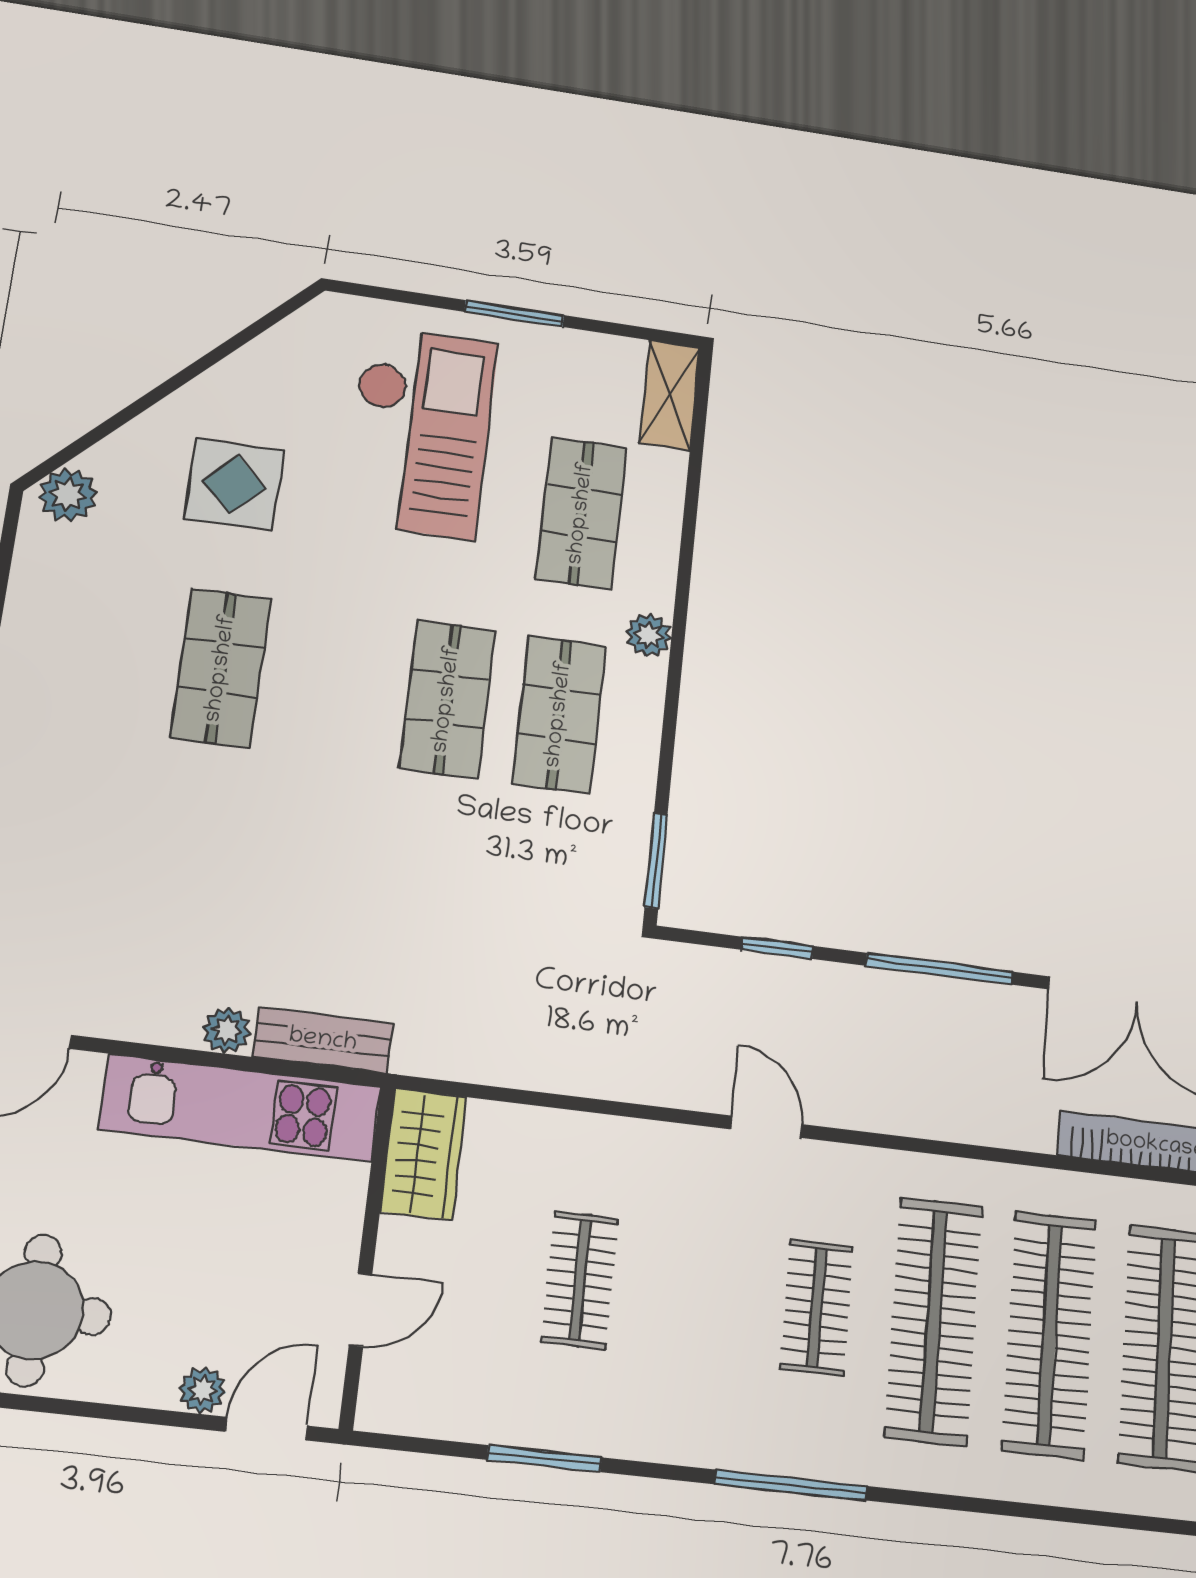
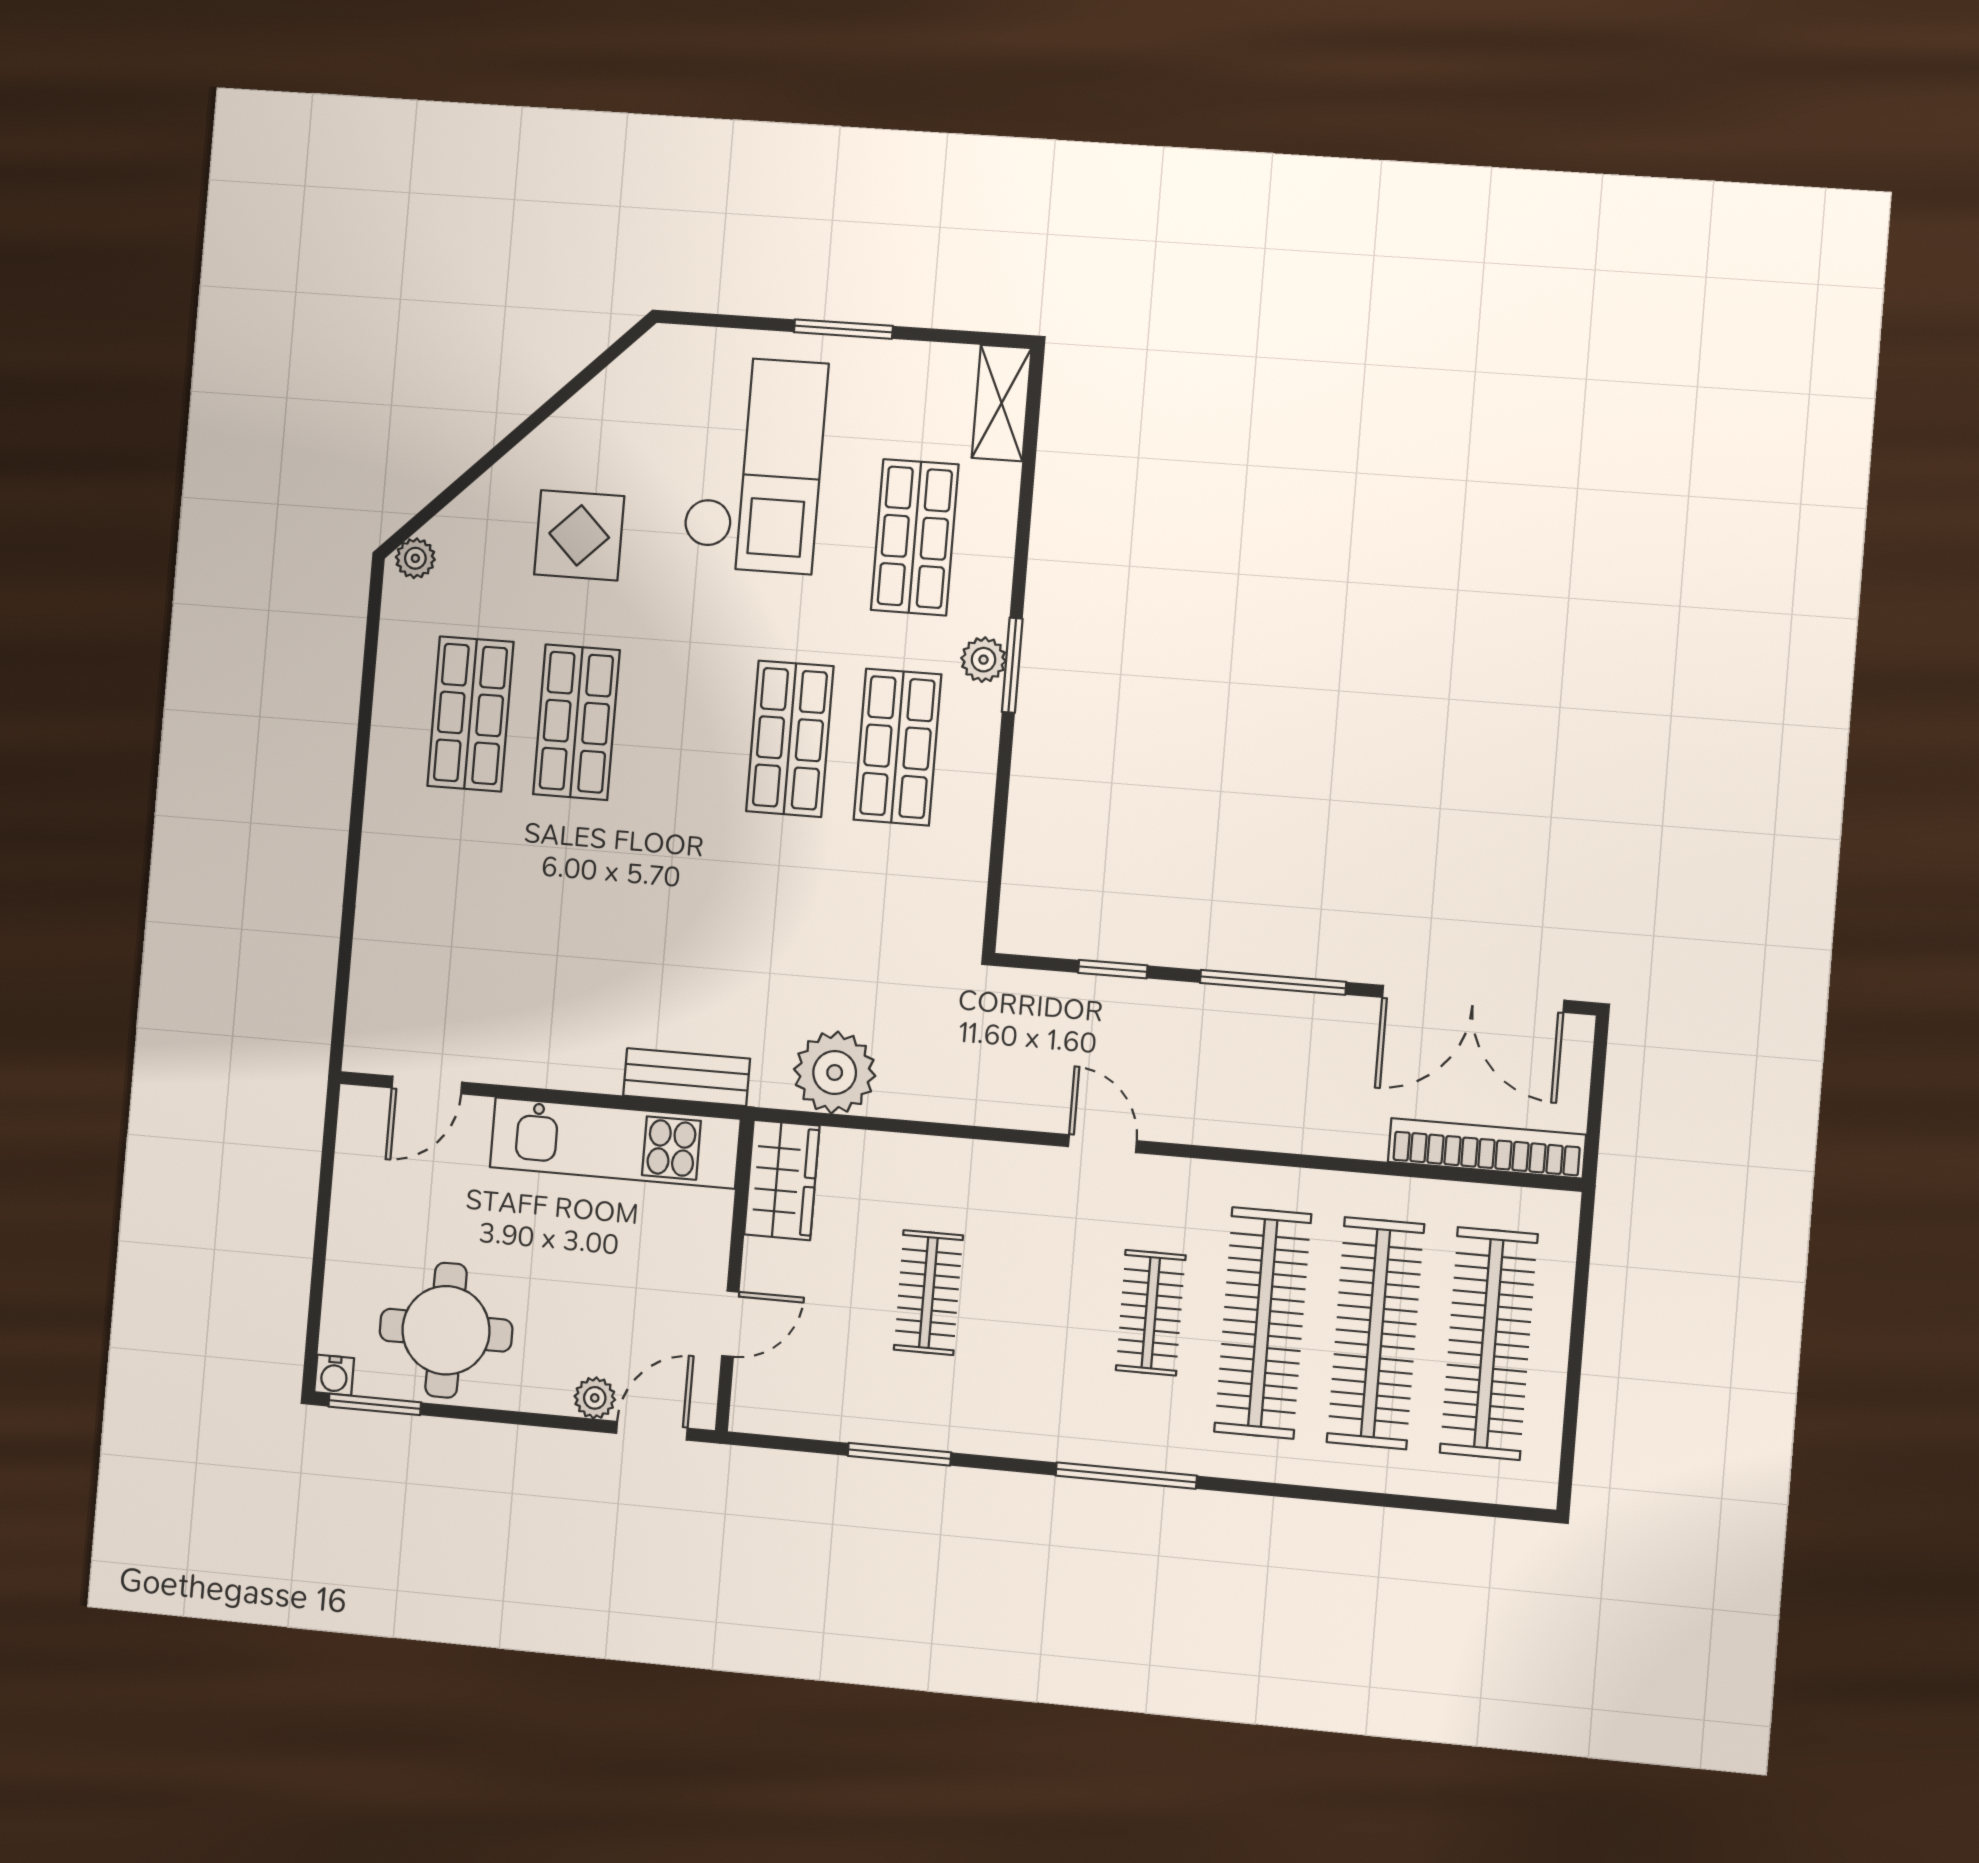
plant: (68, 495) -> (415, 558), width x0.73, depth x0.73
shop shelf: (106, 652) -> (470, 714), added
window: (656, 861) -> (1012, 665), moved
plant: (227, 1030) -> (835, 1072), moved, width x1.87, depth x1.87

